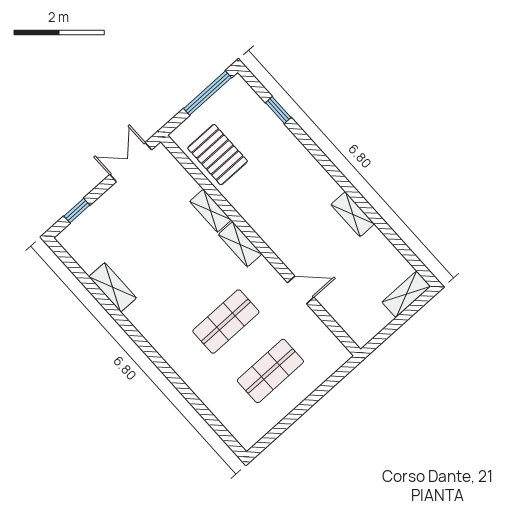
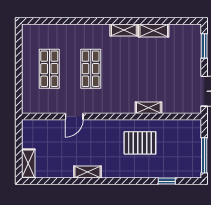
pallet: (218, 155) -> (140, 143), moved
window: (77, 211) -> (204, 46), width x1.50
shelving: (240, 244) -> (124, 30), moved

